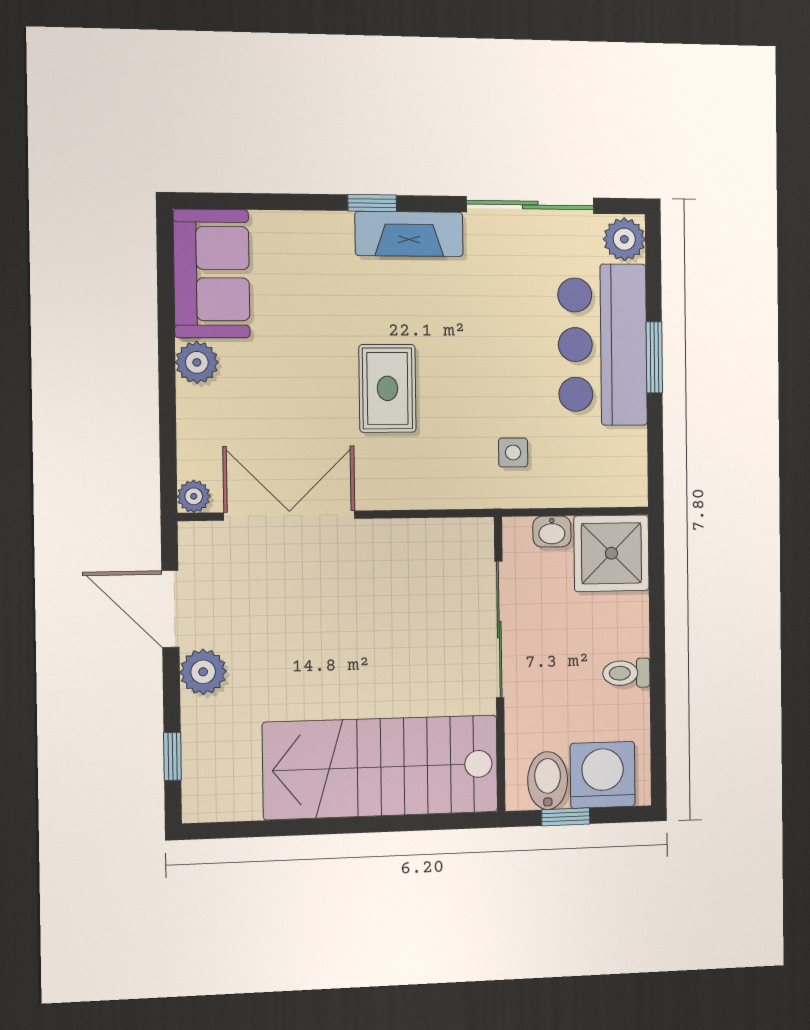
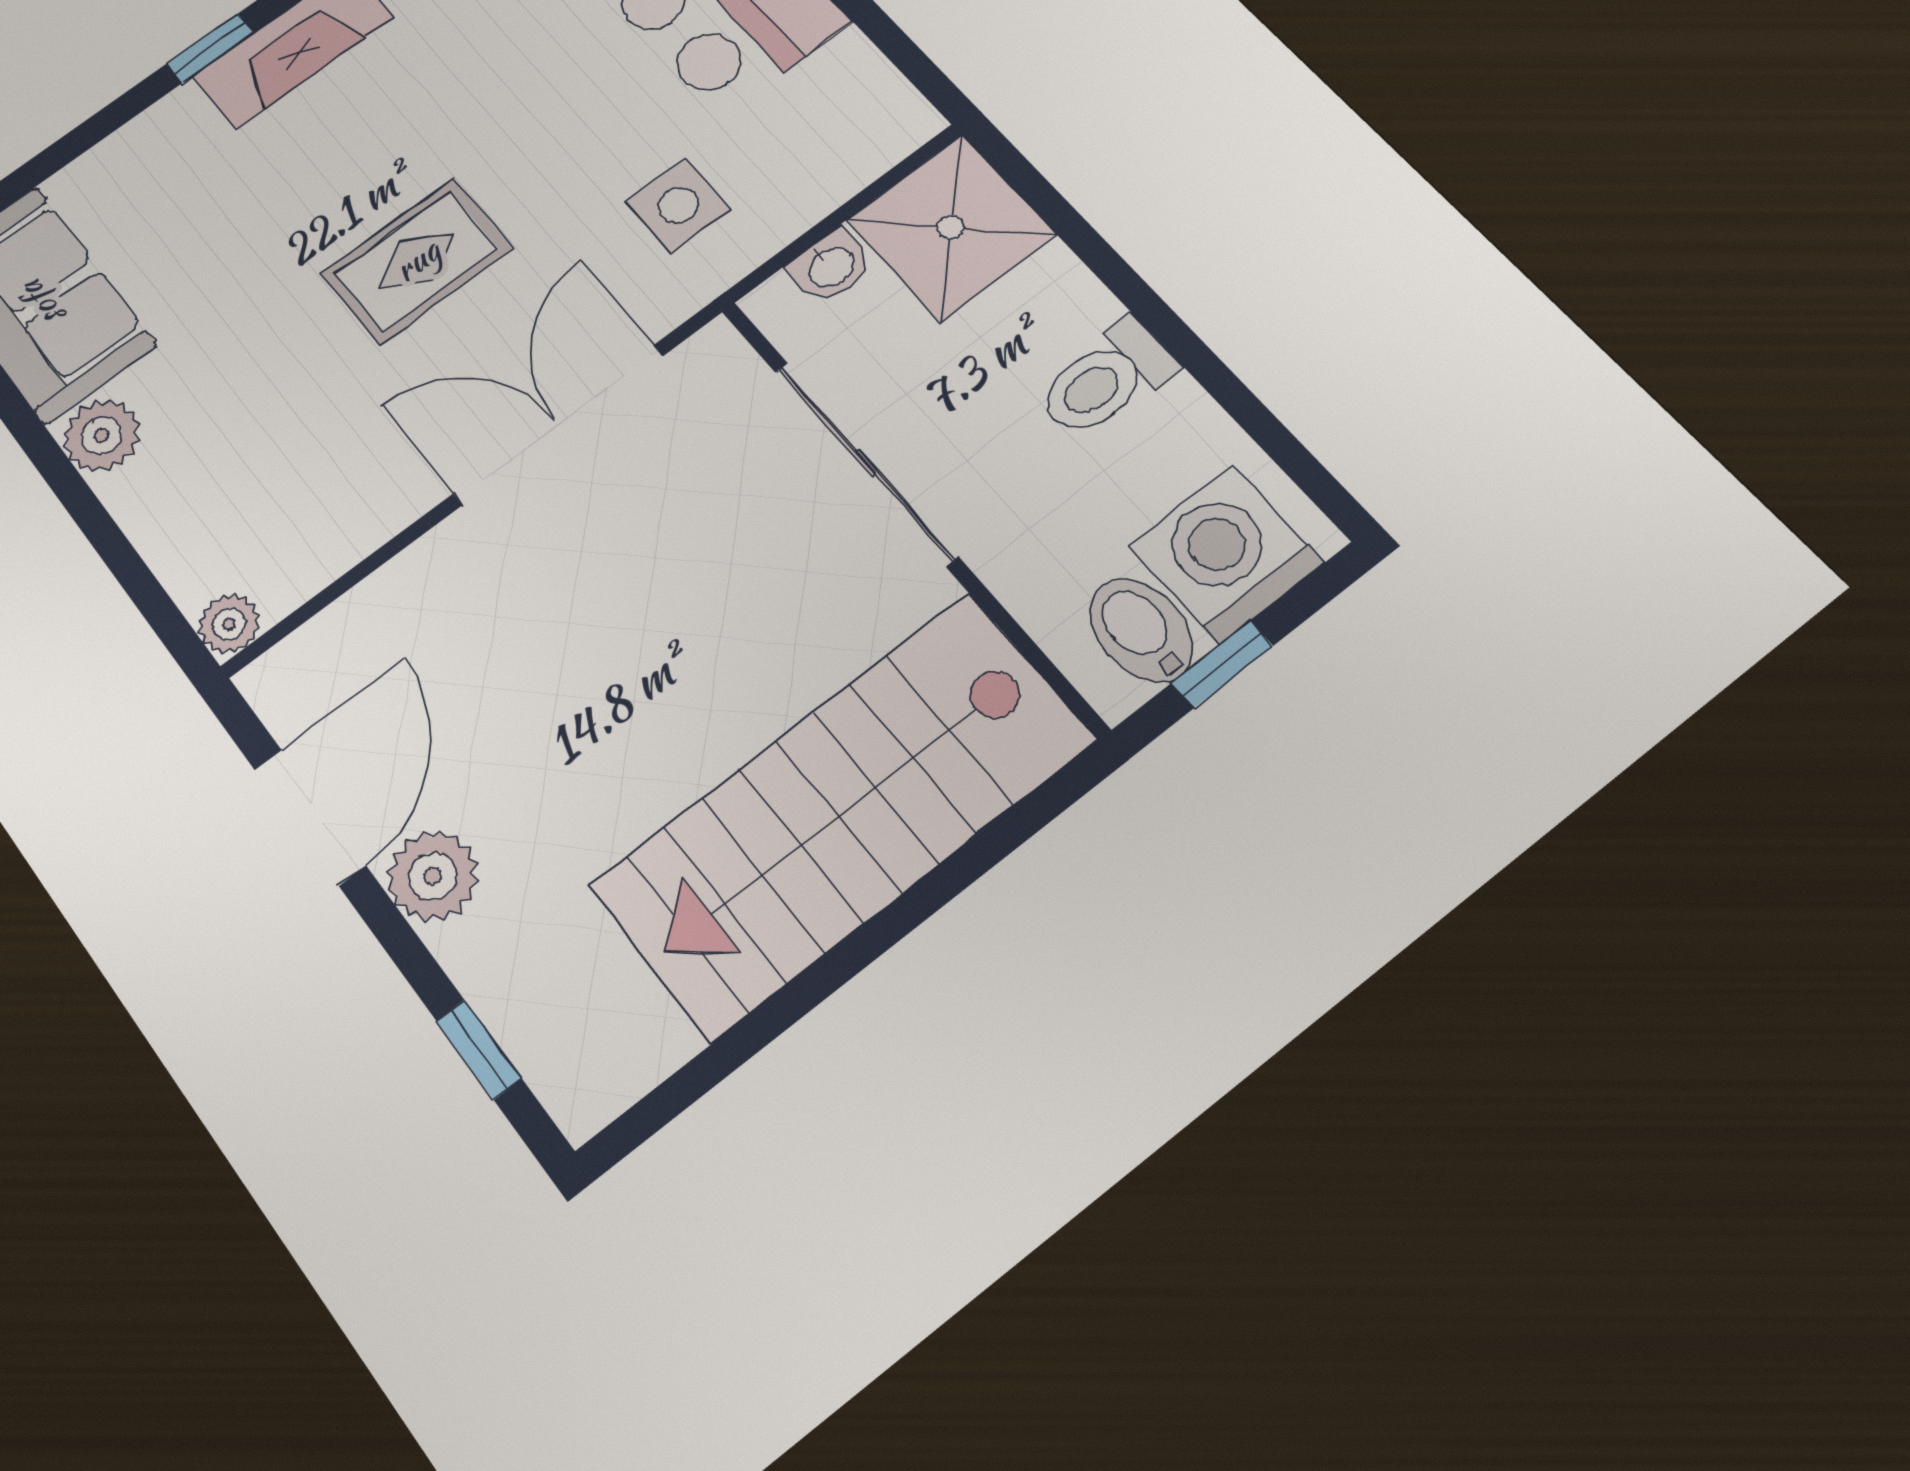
rug: (387, 388) -> (417, 261), turned 90
side table: (513, 452) -> (678, 205), width x1.37, depth x1.37
double door: (290, 516) -> (559, 425), moved
door: (170, 609) -> (310, 817), swing flipped
toilet: (626, 673) -> (1106, 379), width x1.37, depth x1.39

